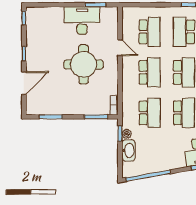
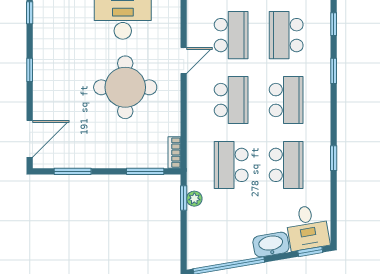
door: (120, 48) -> (184, 61), hinge flipped
door: (24, 83) -> (30, 139), moved
school desk: (150, 113) -> (231, 165), turned 180
washbasin: (128, 150) -> (271, 245), moved, turned -100

